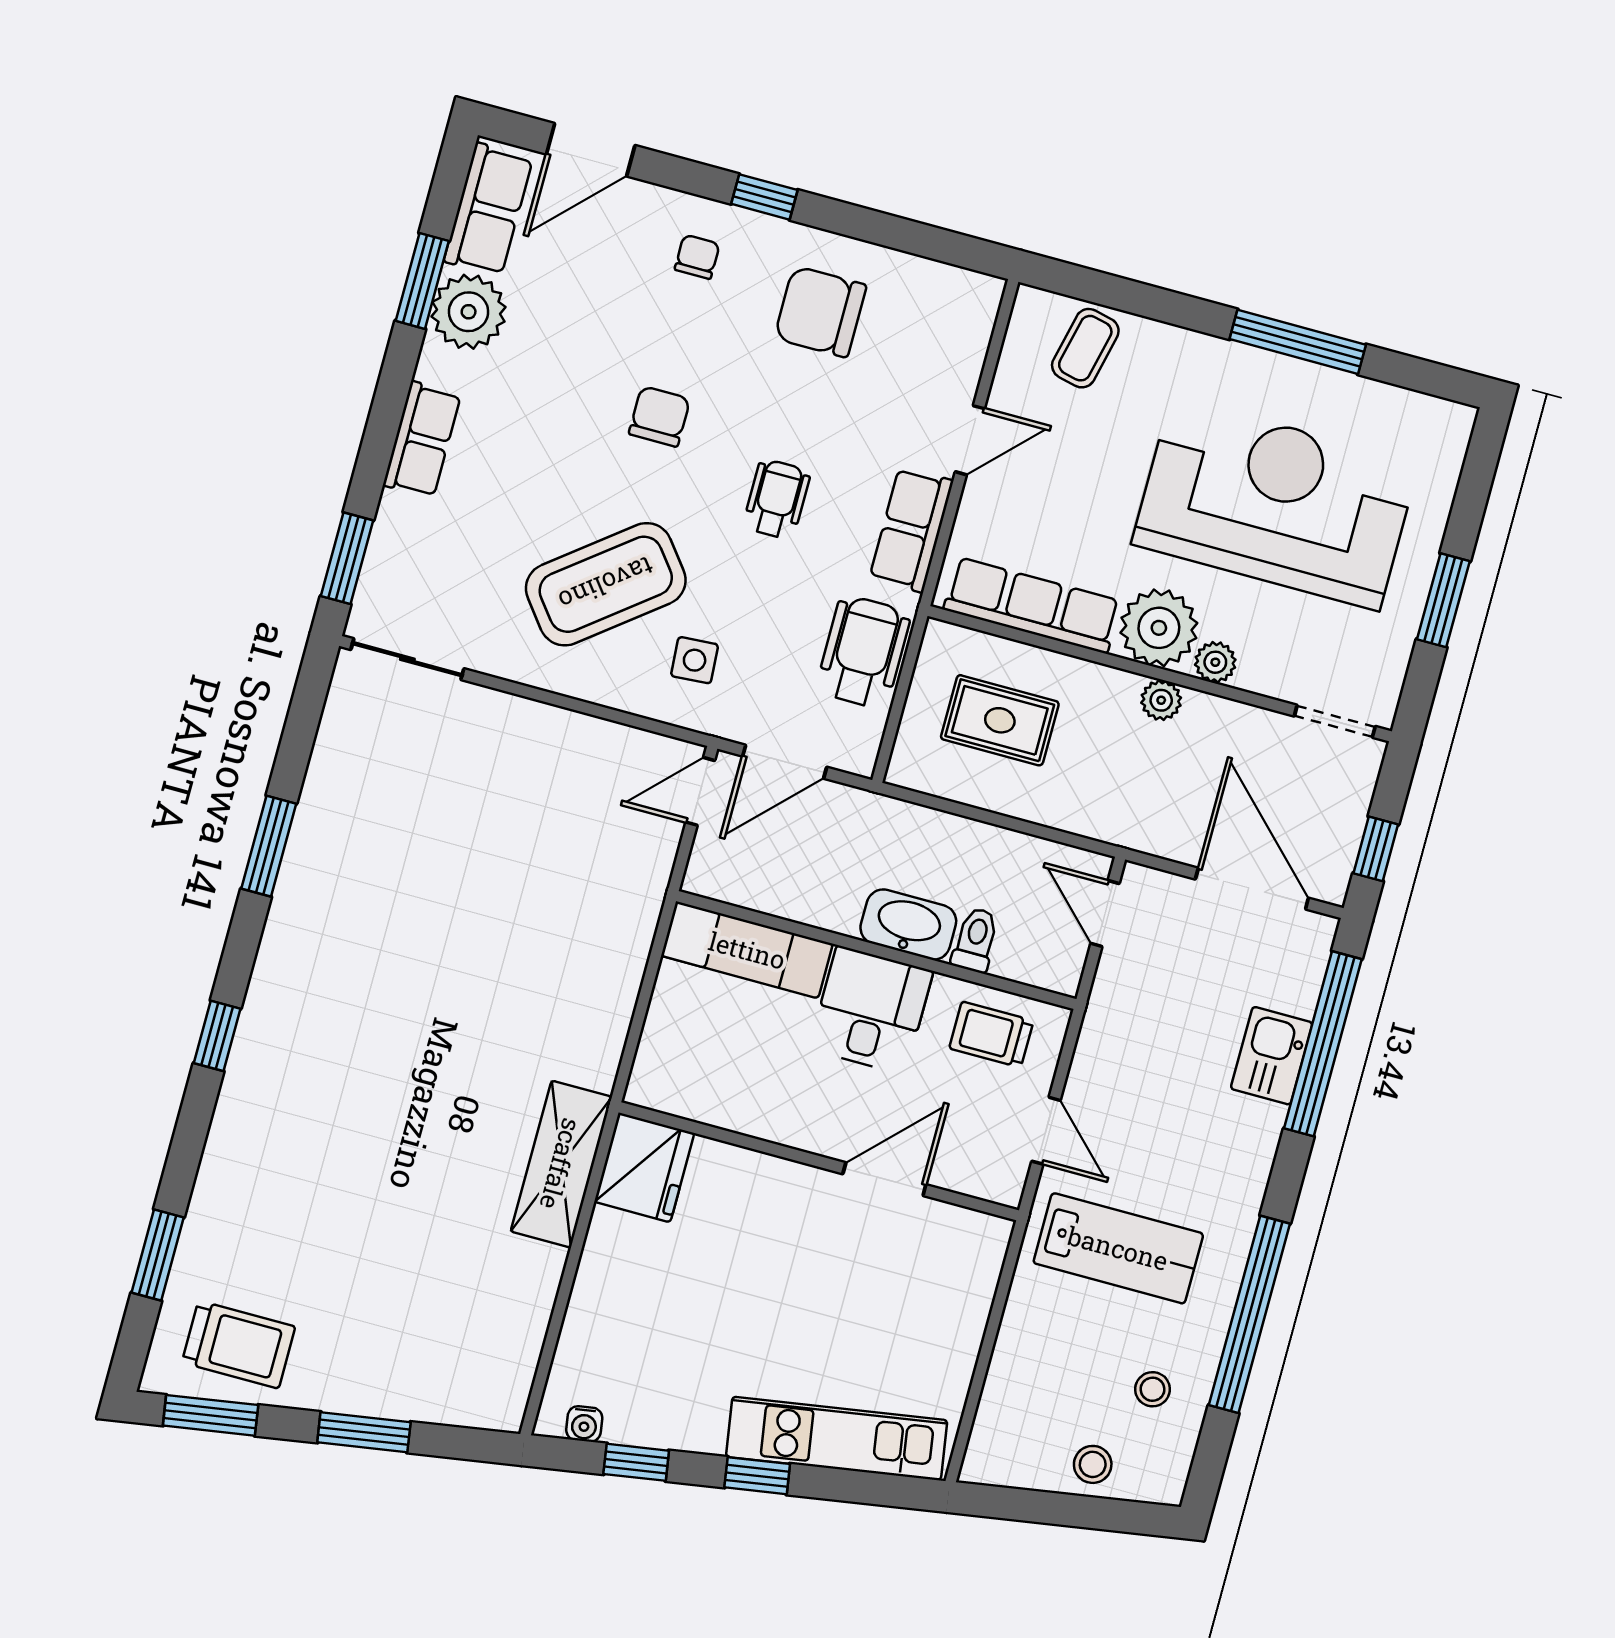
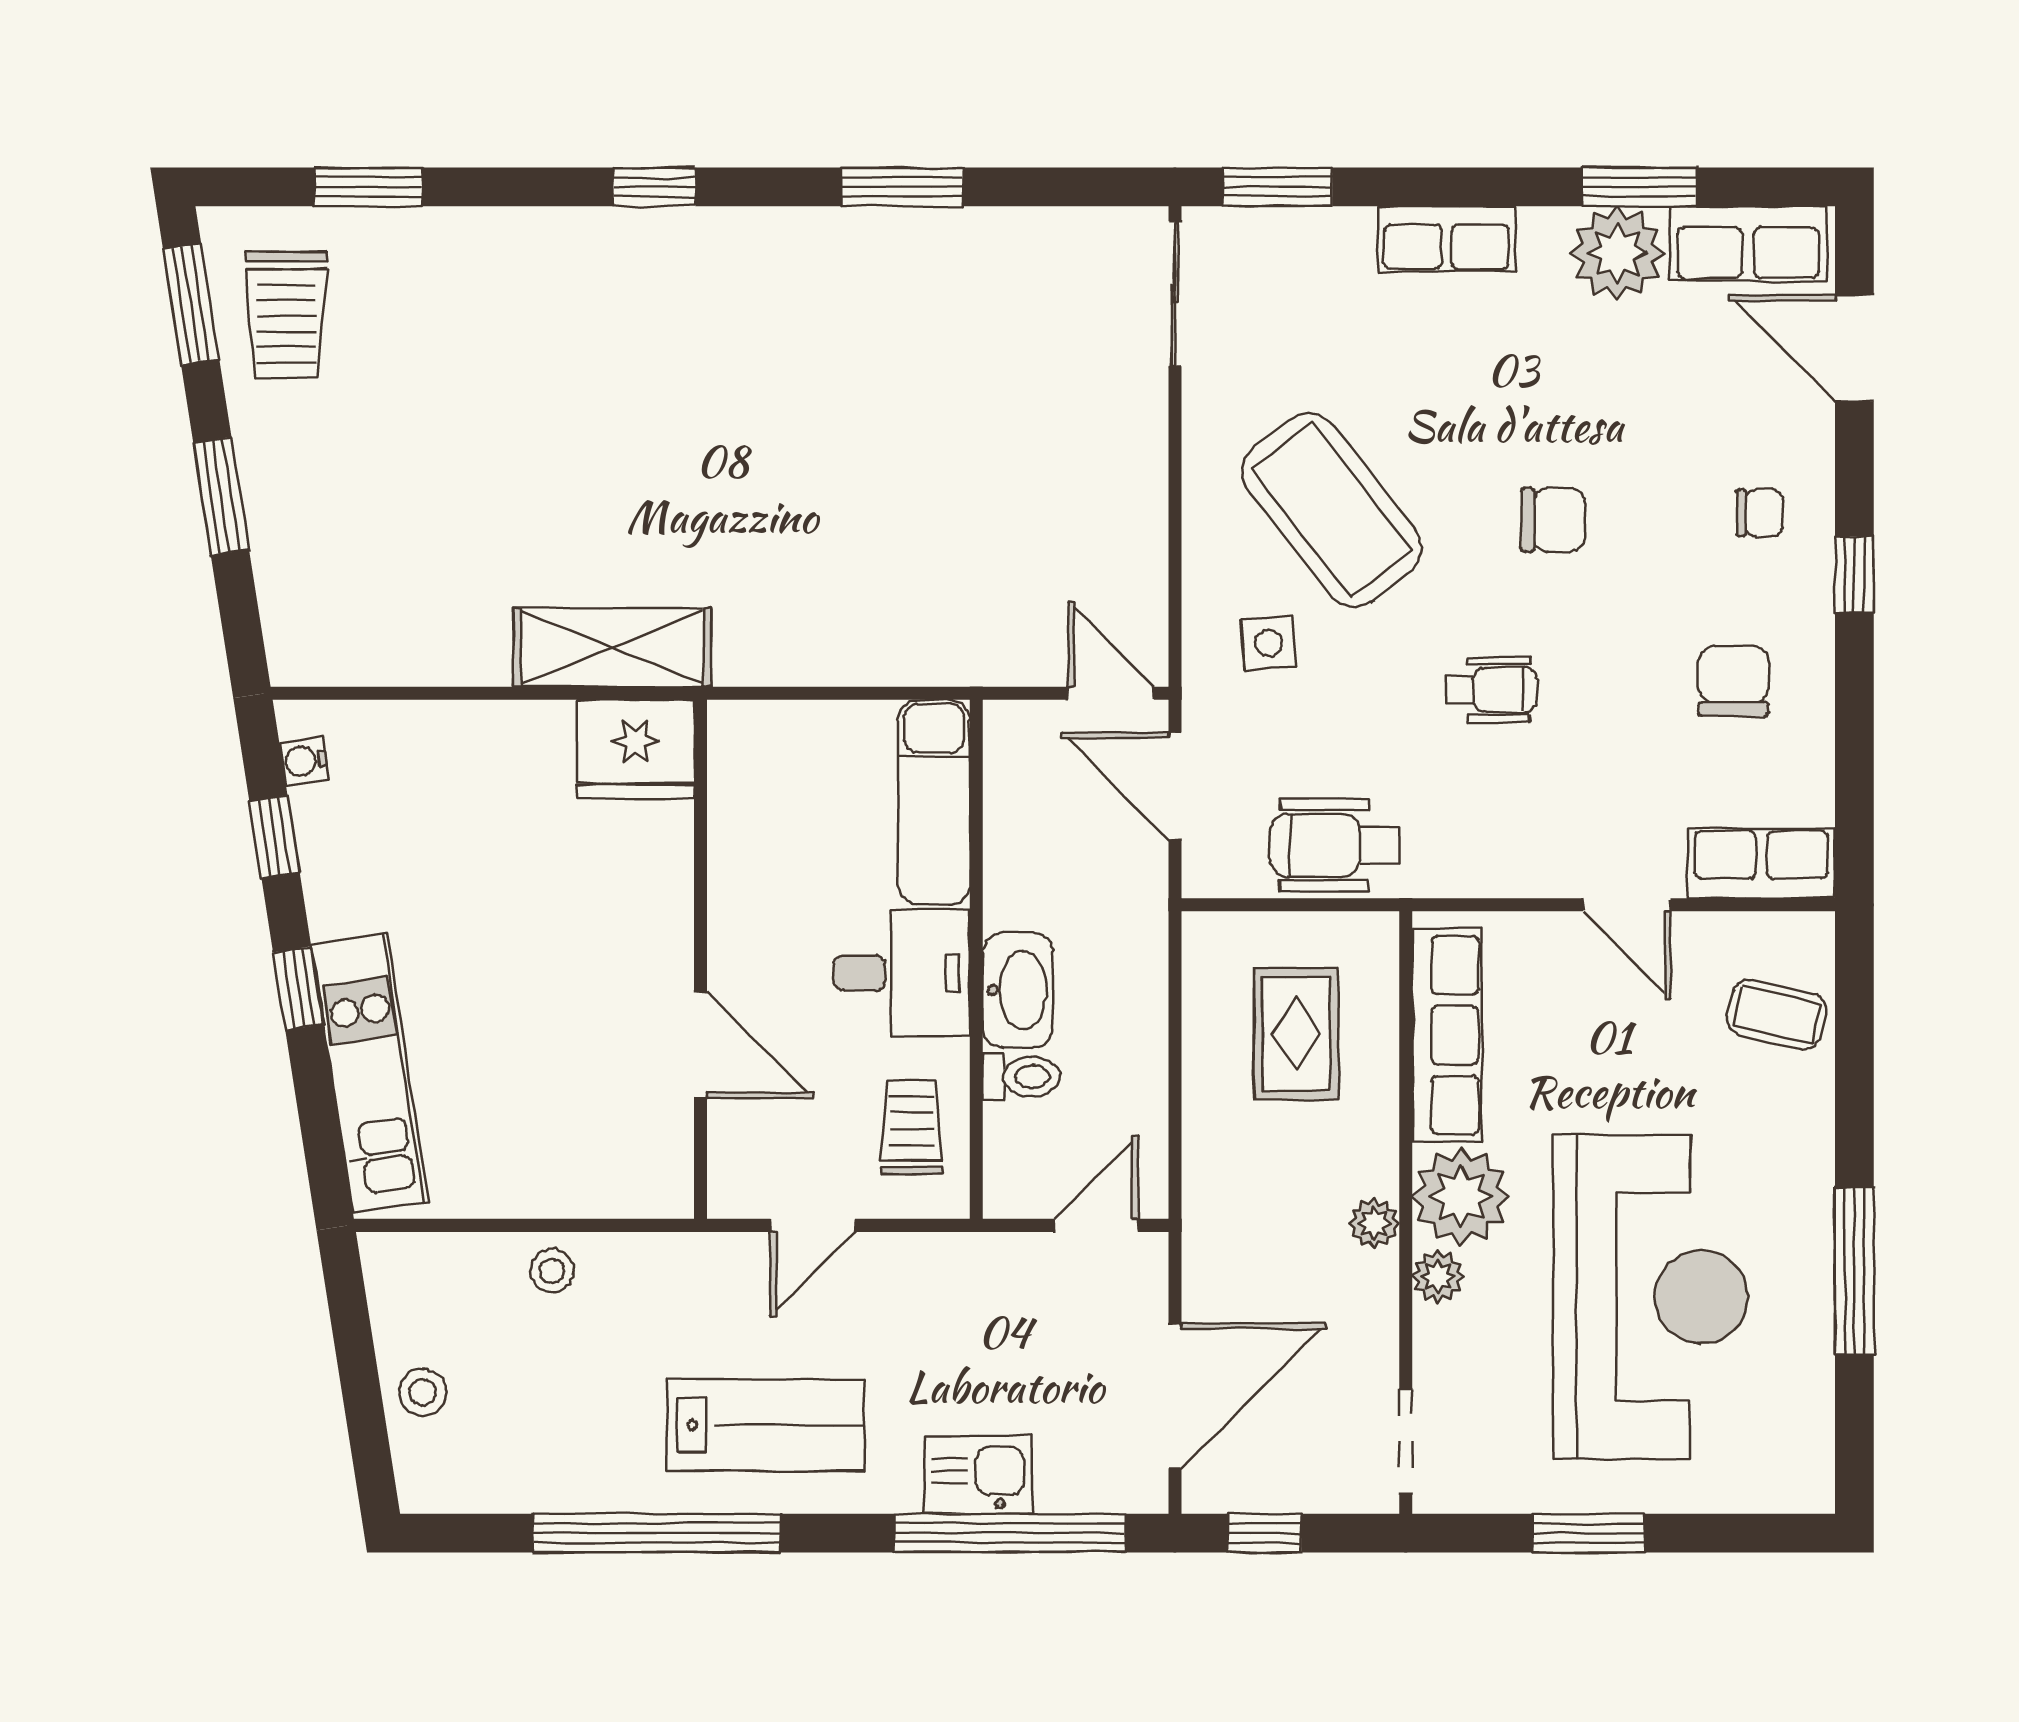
chair: (820, 312) -> (1734, 681), width x0.73, depth x0.73
row of seats: (911, 530) -> (1761, 863), moved
wheelchair: (863, 652) -> (1334, 845), turned 180
lab bench: (1118, 1248) -> (766, 1425), moved, turned -90
stool: (1153, 1389) -> (552, 1271), moved

